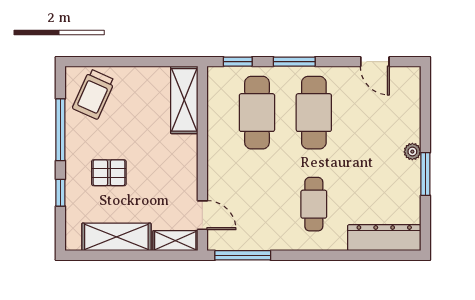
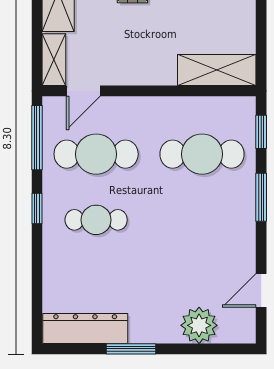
cafe table: (314, 113) -> (96, 154), moved
plant: (412, 152) -> (199, 325), moved, width x1.87, depth x1.87
dresser: (384, 238) -> (85, 329), moved, turned -90
window: (304, 255) -> (37, 209), added

